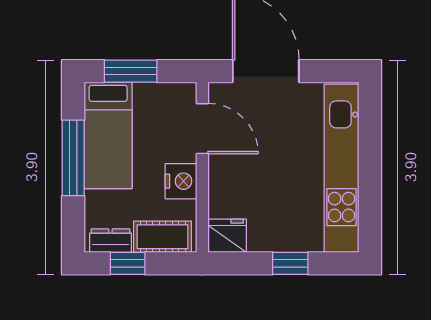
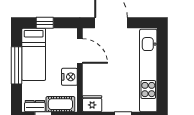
window: (131, 71) -> (45, 23), width x0.67

